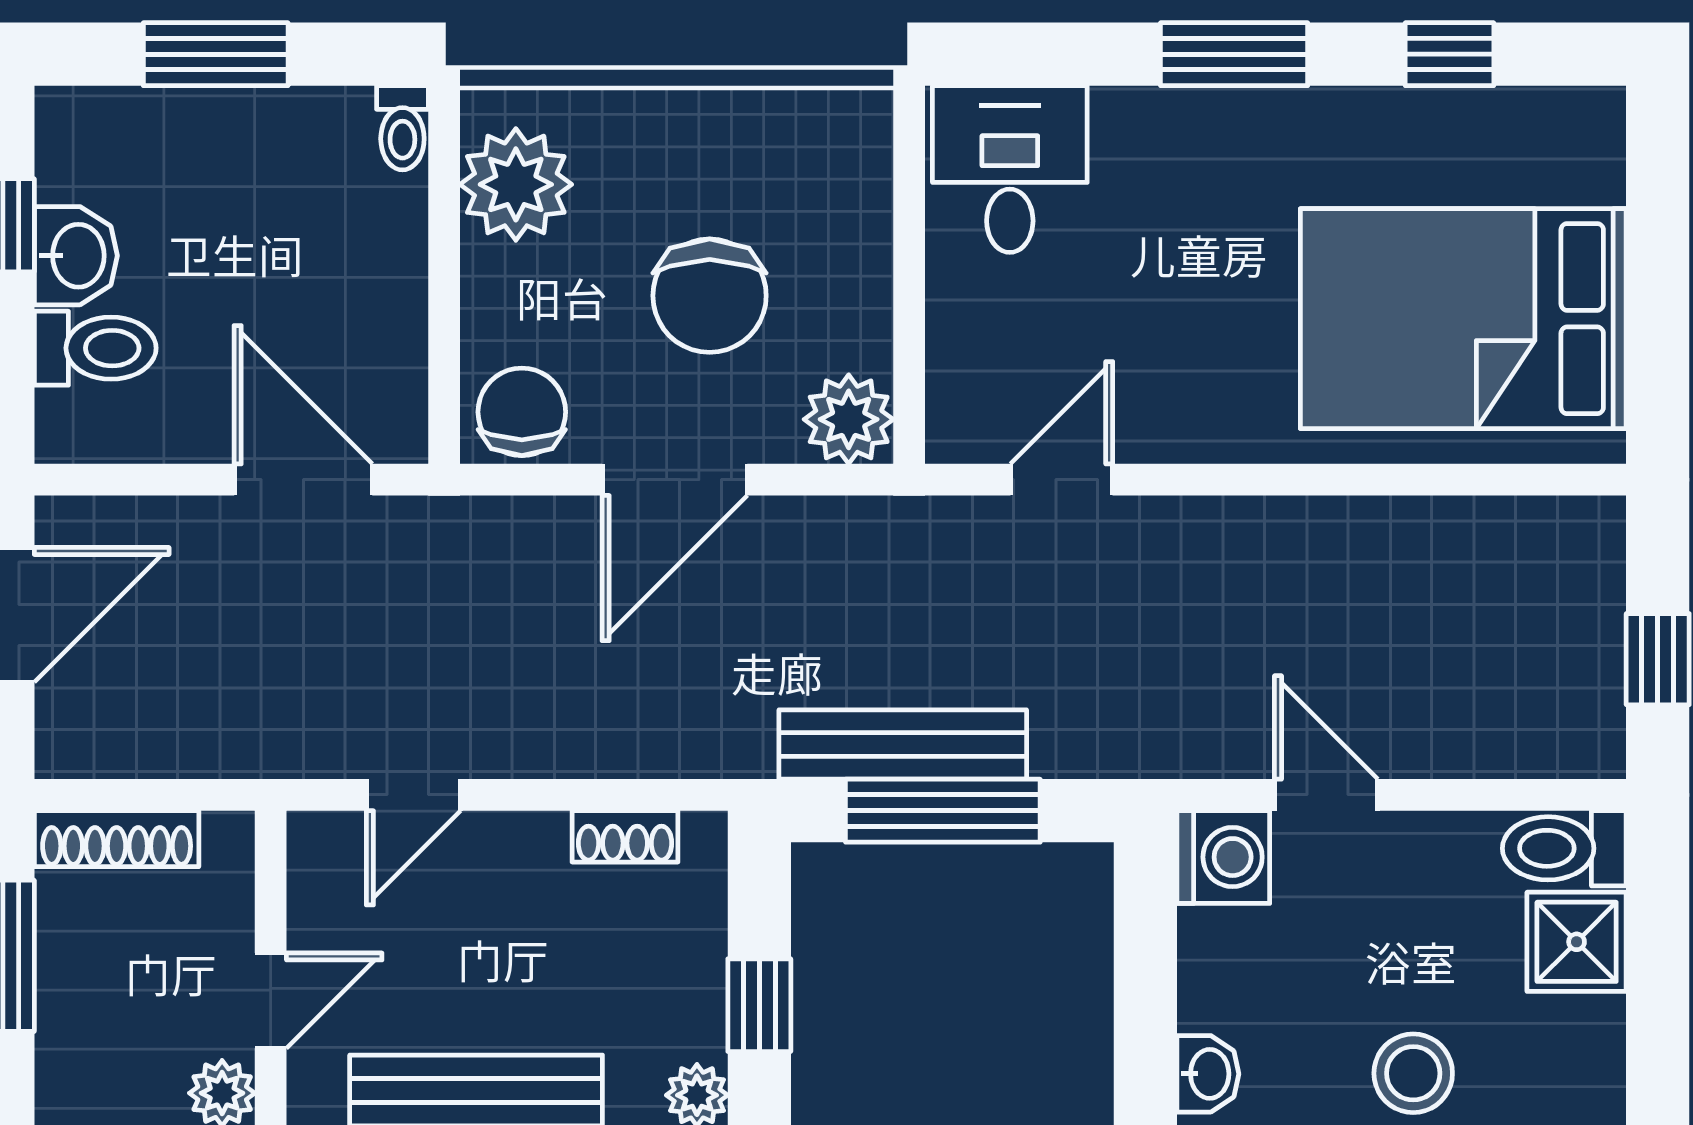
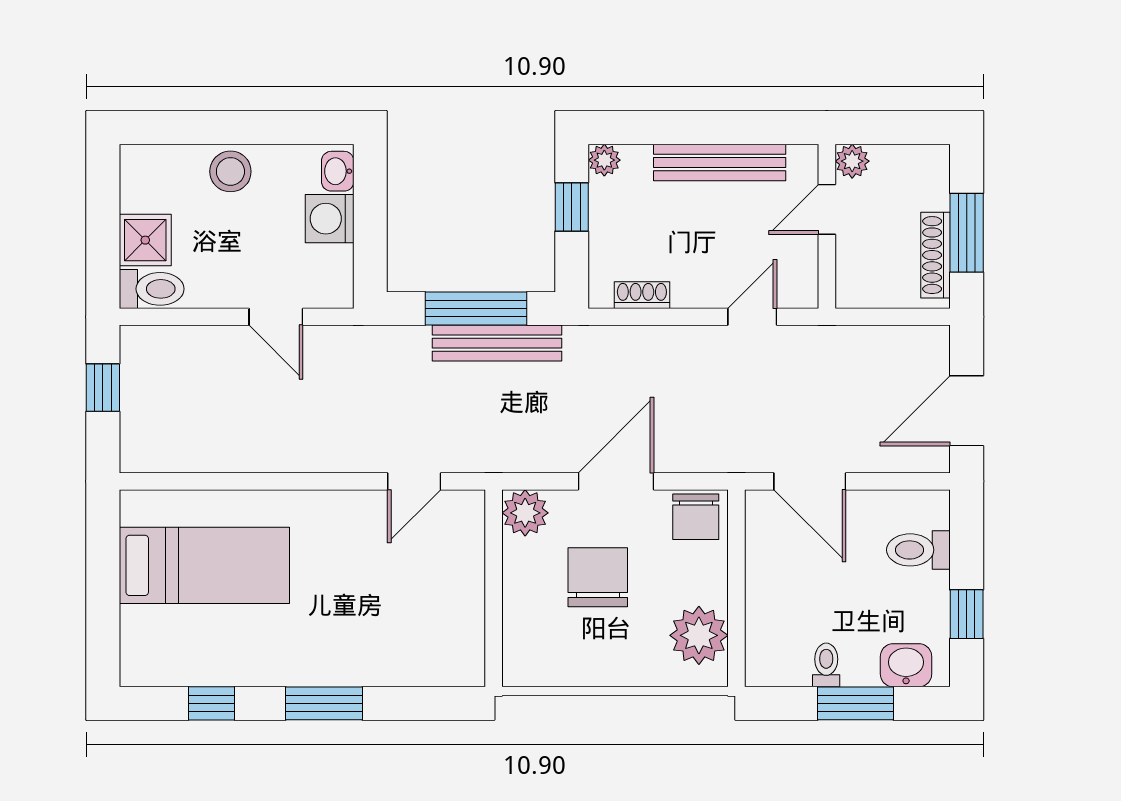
toilet: (402, 128) -> (826, 665), moved
desk: (1010, 169) -> (441, 643), removed
washbasin: (76, 256) -> (906, 665), moved, turned 90
bed: (1463, 319) -> (204, 565), width x0.67
shoe rack: (117, 839) -> (936, 255), moved, turned -90
washing machine: (1223, 857) -> (330, 219), moved

